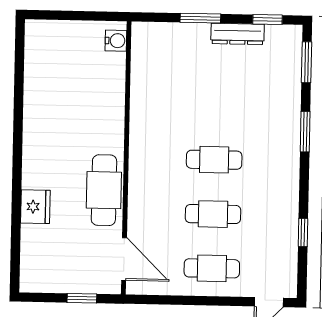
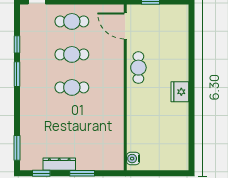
window: (305, 132) -> (17, 74), moved
cafe table: (104, 190) -> (138, 68), width x0.73, depth x0.74
fridge: (35, 207) -> (180, 92), moved

